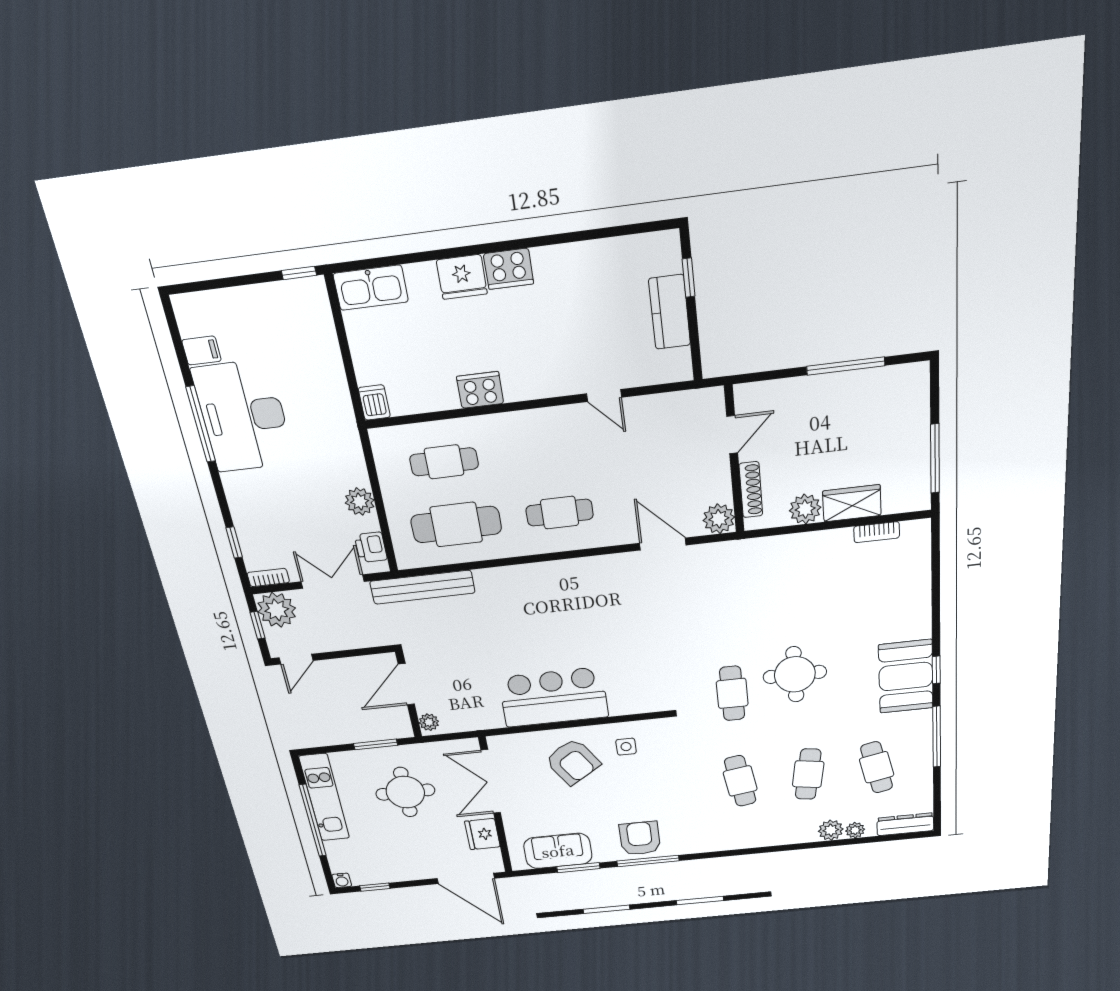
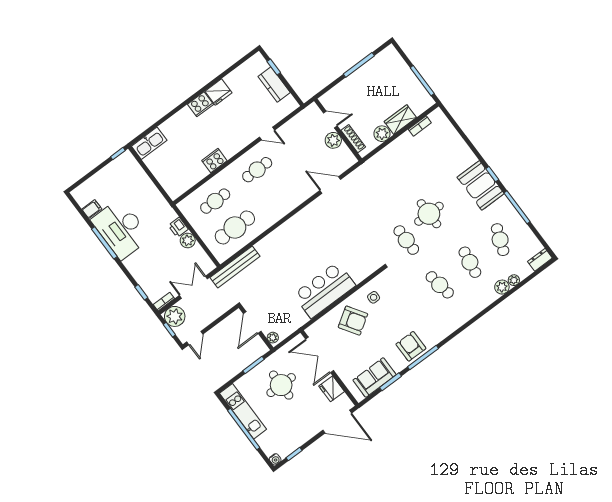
fridge: (462, 277) -> (218, 92), moved
dishwasher: (374, 402) -> (173, 191), removed
door: (732, 435) -> (330, 119), hinge flipped
cafe table: (560, 513) -> (257, 170), moved
plant: (719, 519) -> (333, 140), moved
printer: (371, 547) -> (178, 227), moved
cafe table: (877, 767) -> (500, 240), turned 33
dresser: (905, 824) -> (540, 260), width x0.70

